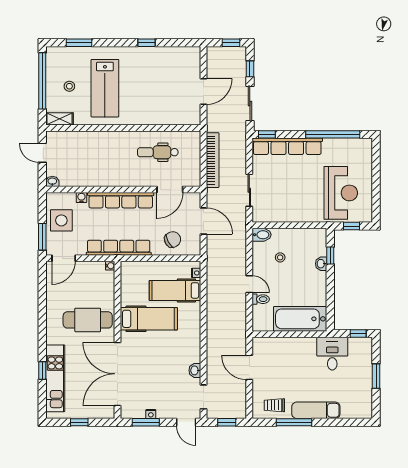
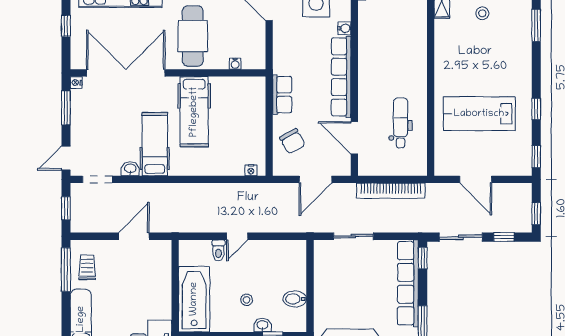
window: (185, 43) -> (536, 157), added
lab bench: (105, 88) -> (479, 114), moved
bidet: (262, 235) -> (295, 299), moved, turned 90
row of seats: (119, 248) -> (282, 95), width x0.50
stool: (280, 257) -> (247, 300), moved
water cooler: (110, 266) -> (235, 64), moved
hospital bed: (175, 290) -> (155, 144), moved
nightstand: (151, 414) -> (76, 83), moved
window: (294, 422) -> (66, 270), moved

